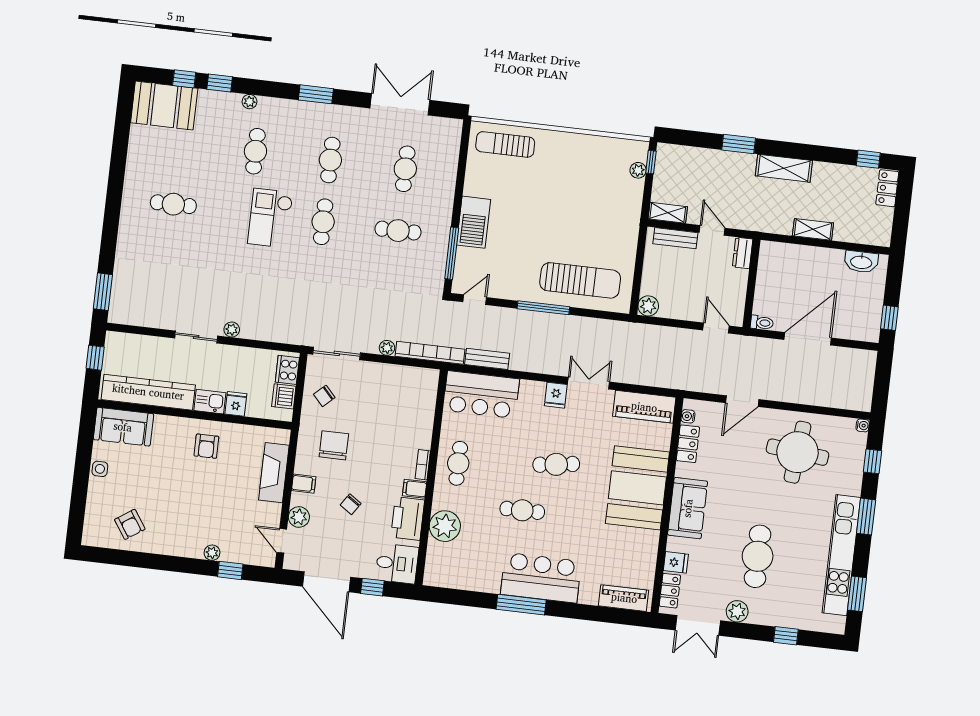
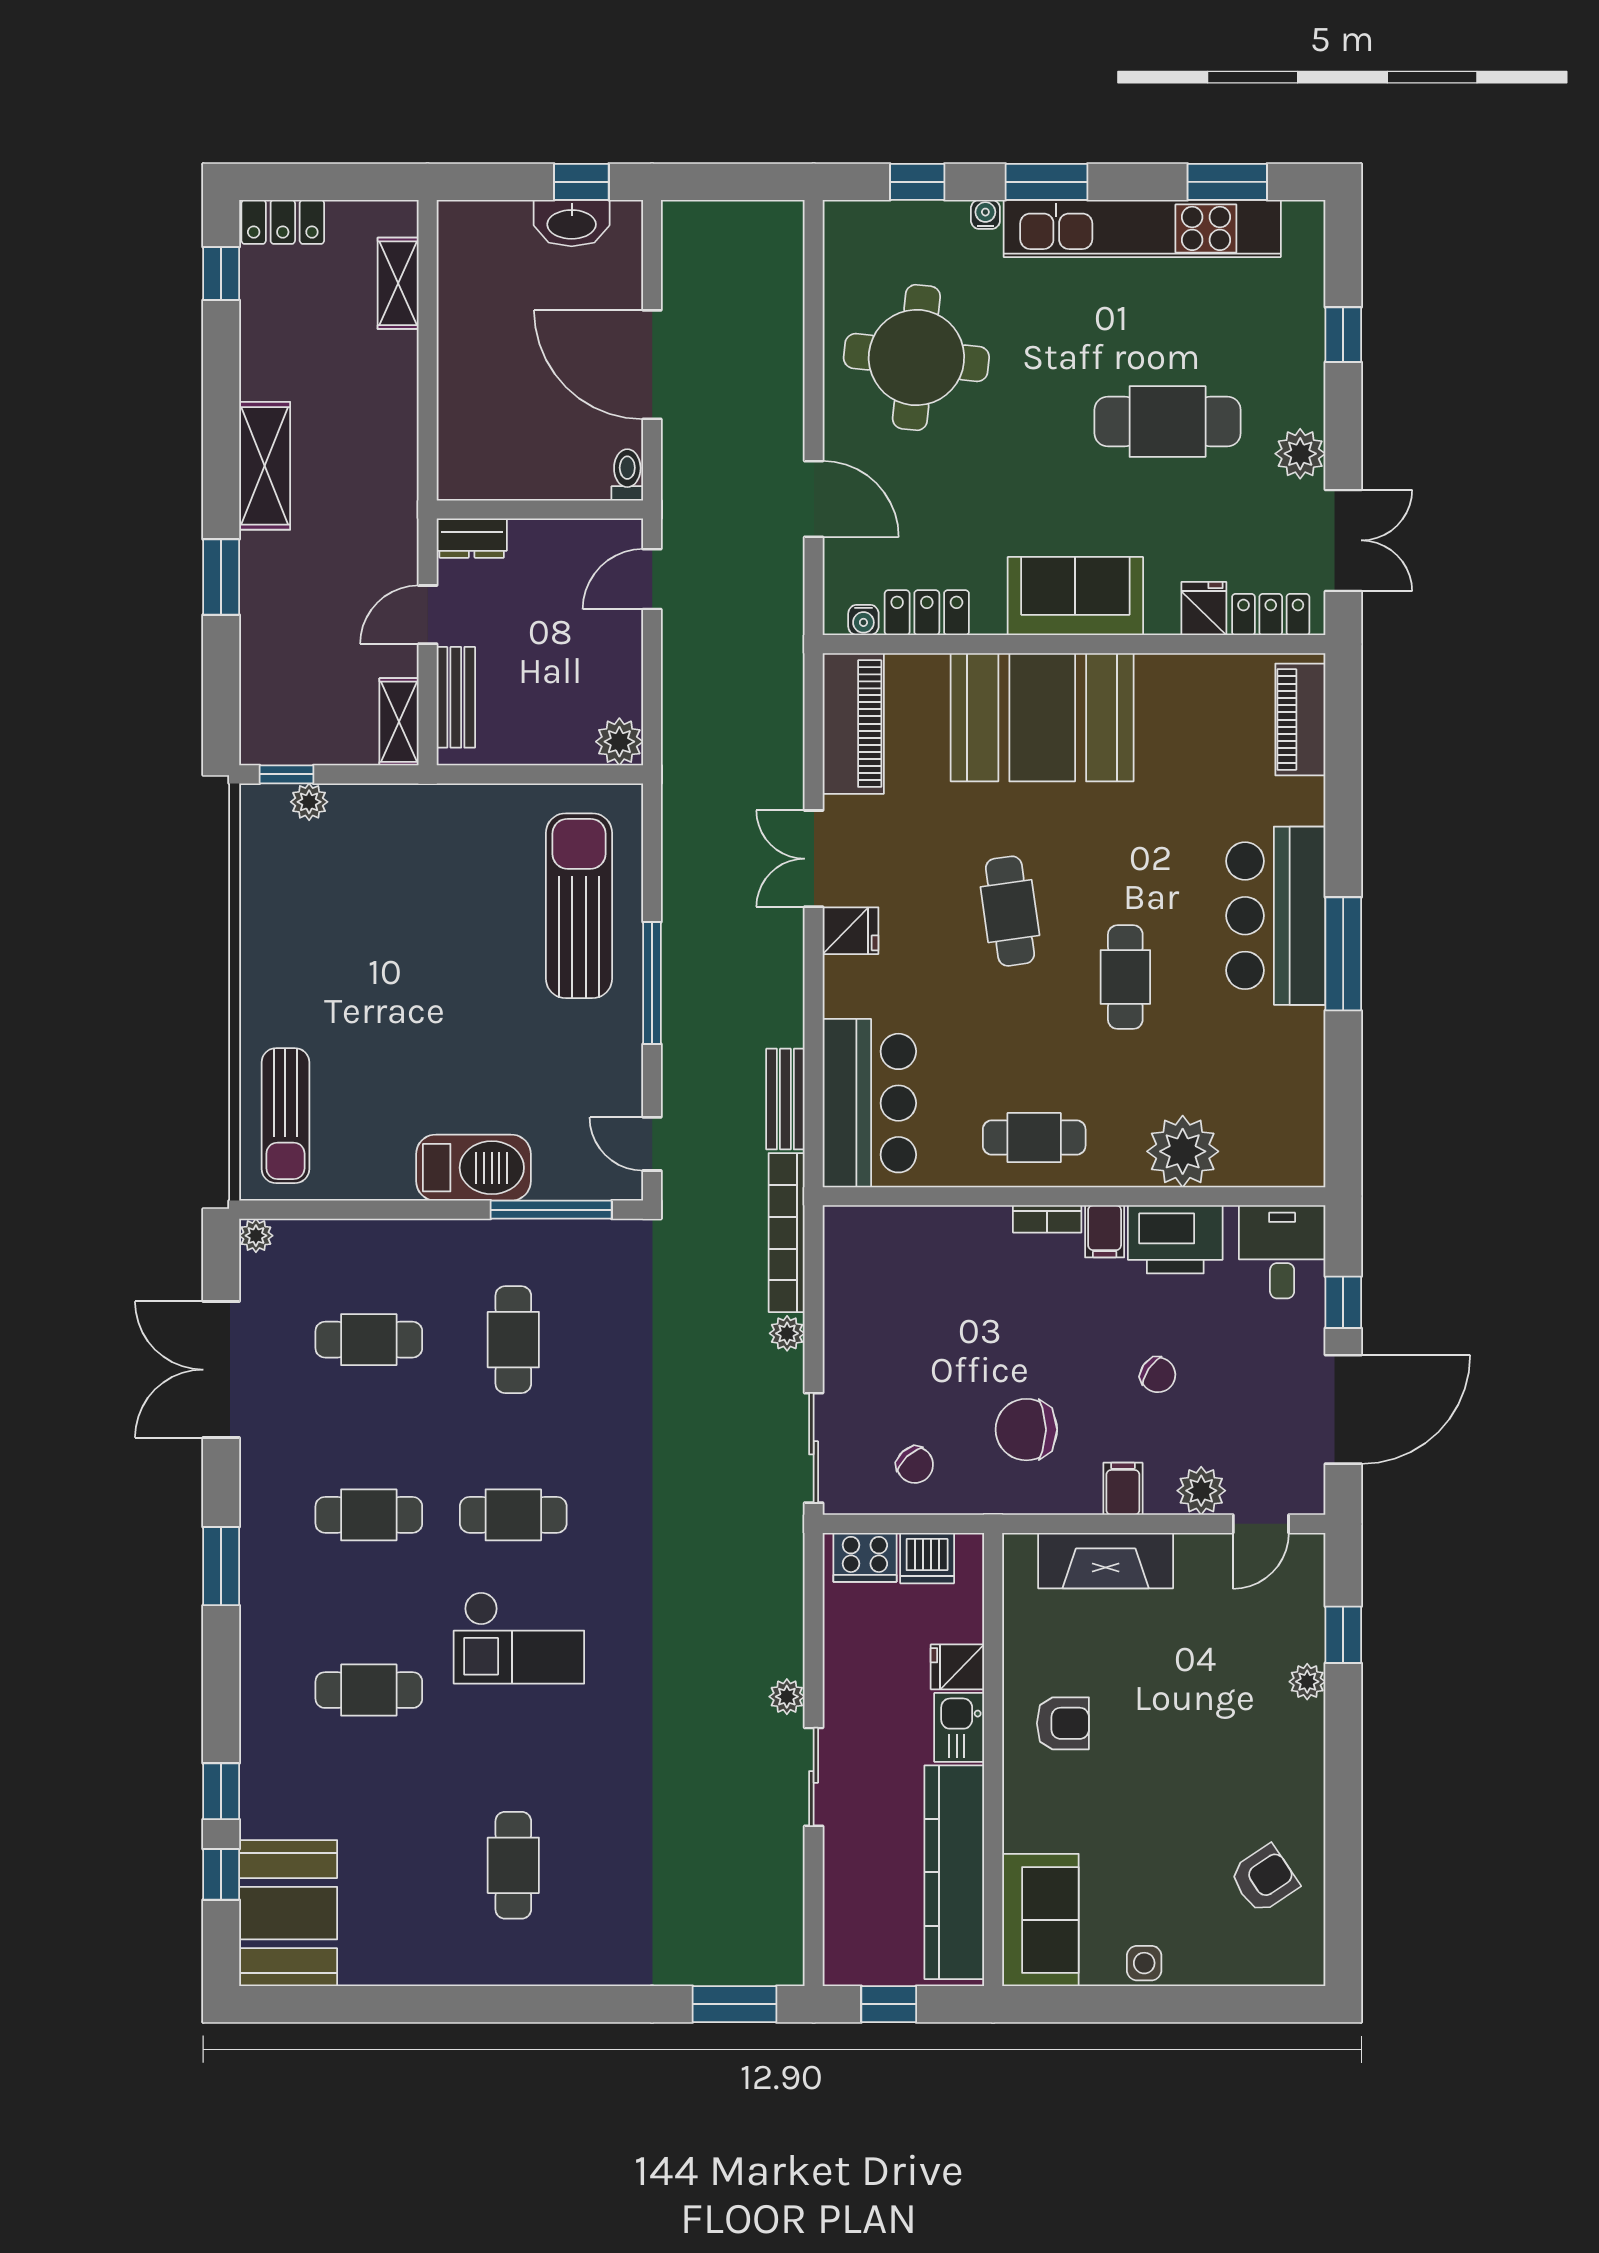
plant: (249, 102) -> (256, 1236), moved
shelving: (813, 229) -> (398, 283), moved
washbasin: (861, 262) -> (572, 223), moved, turned 90
water cooler: (863, 425) -> (985, 214), moved

